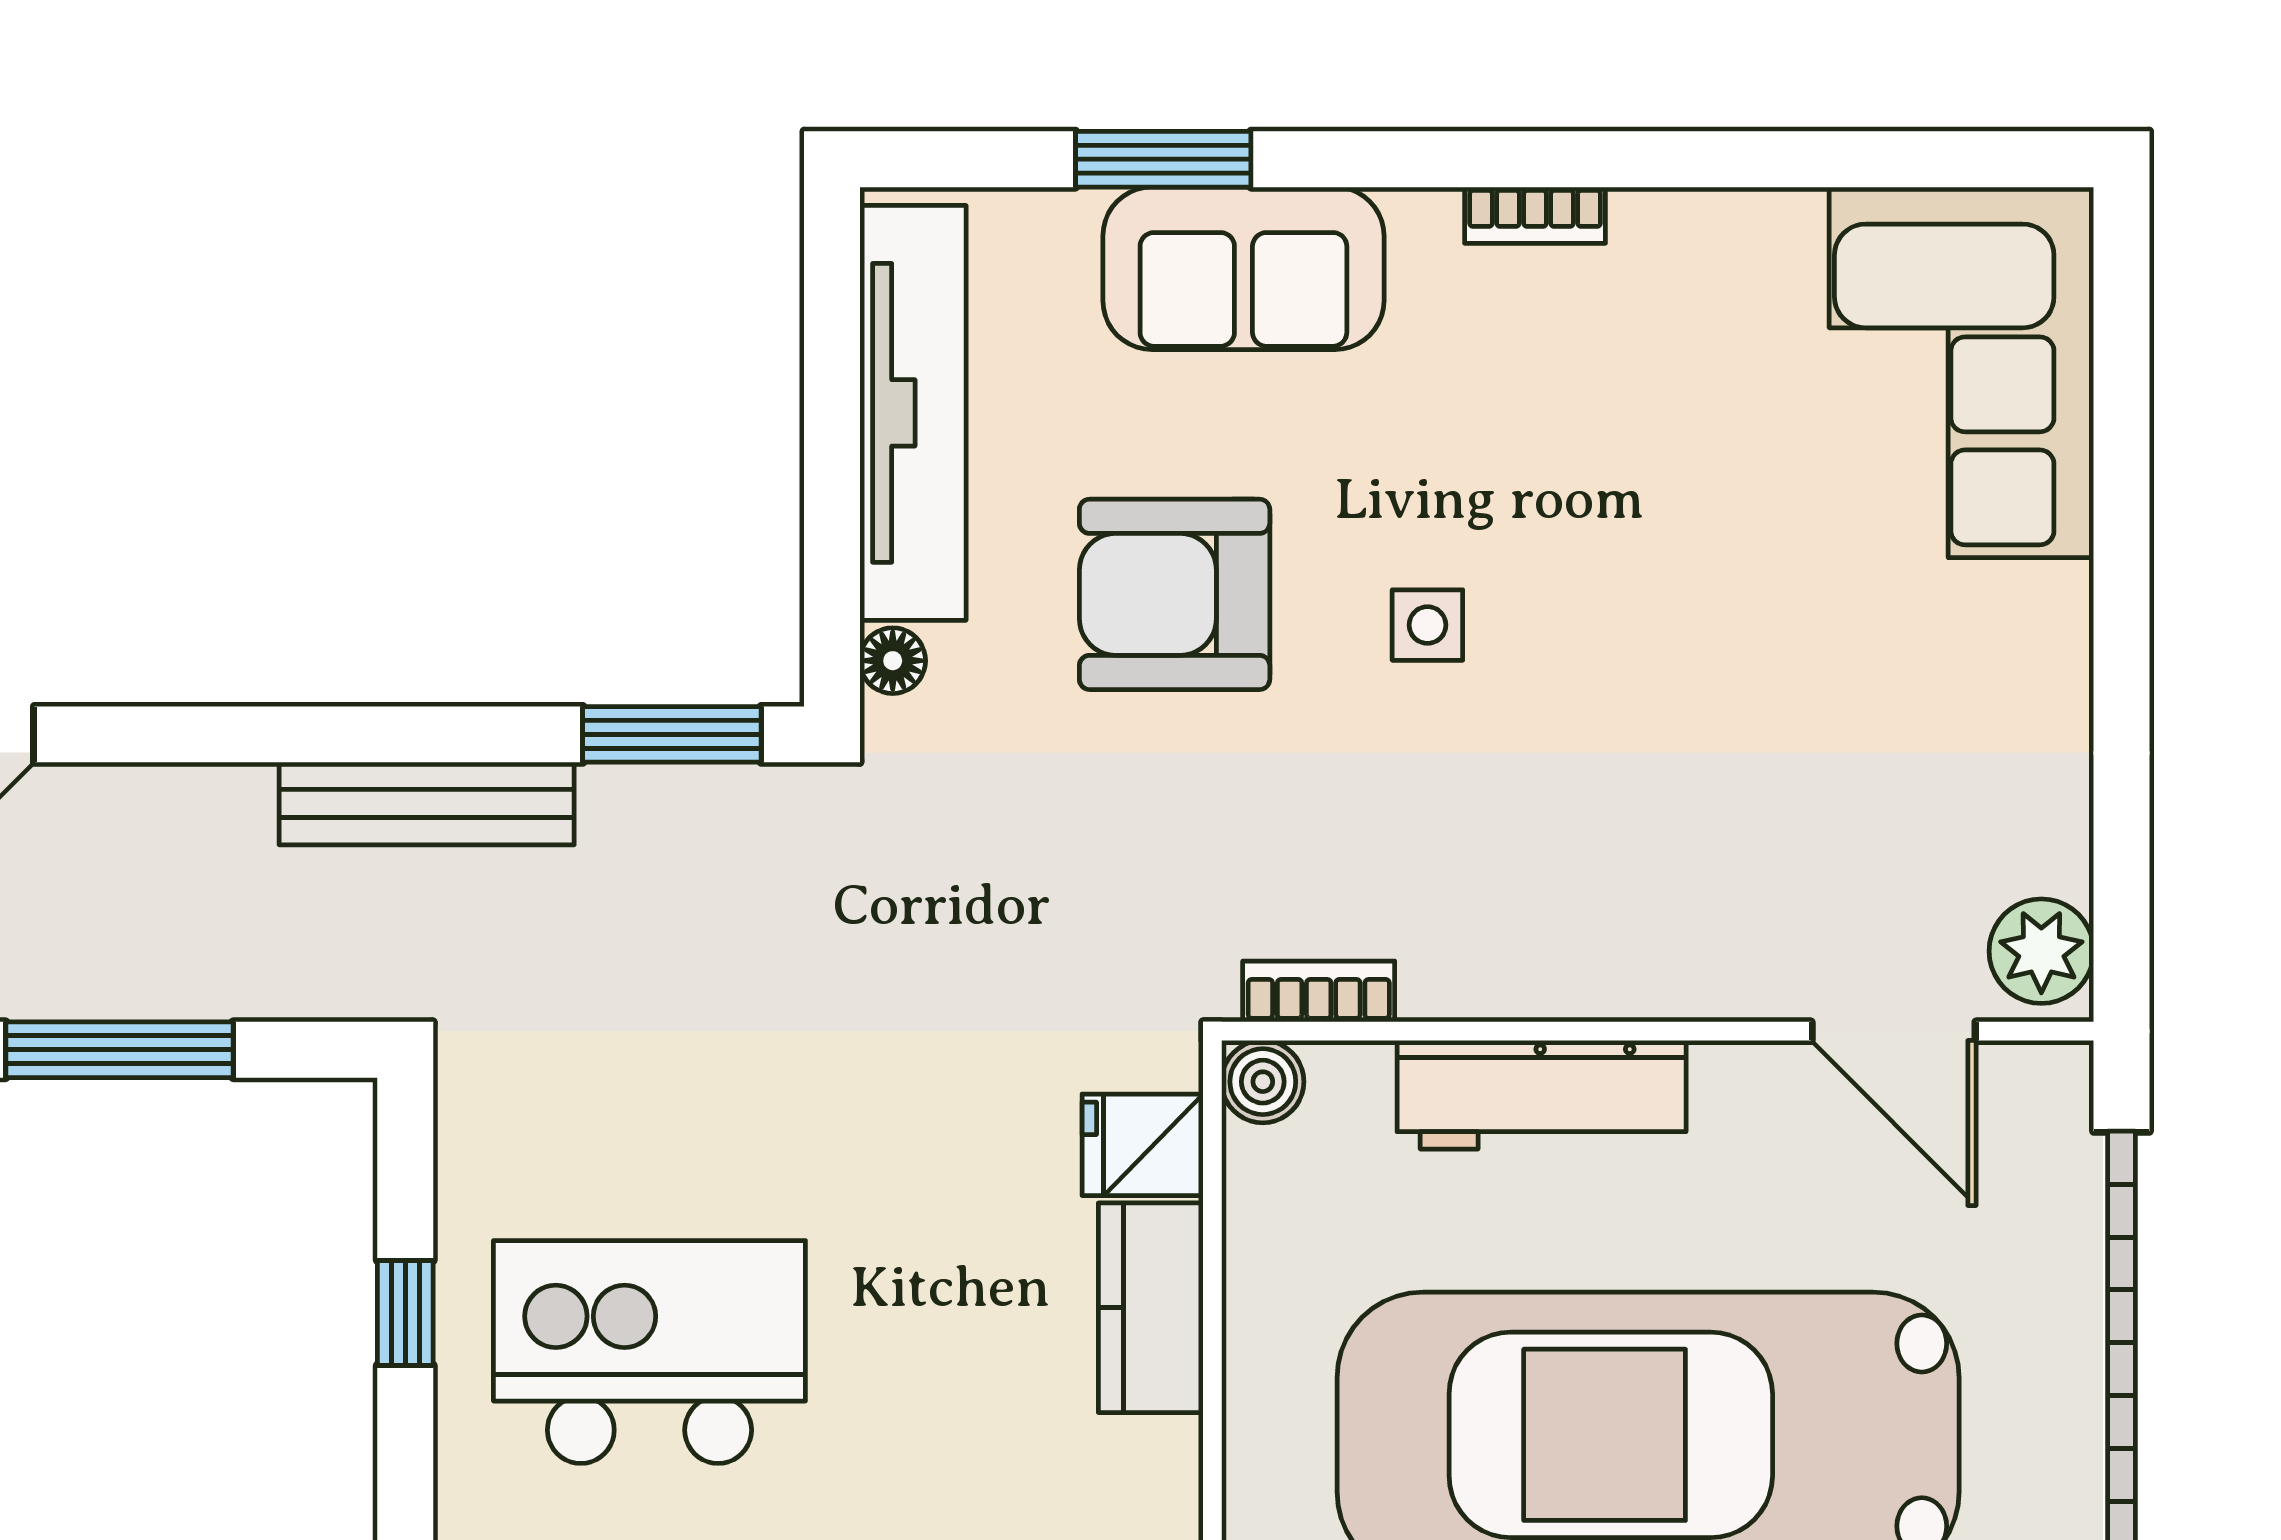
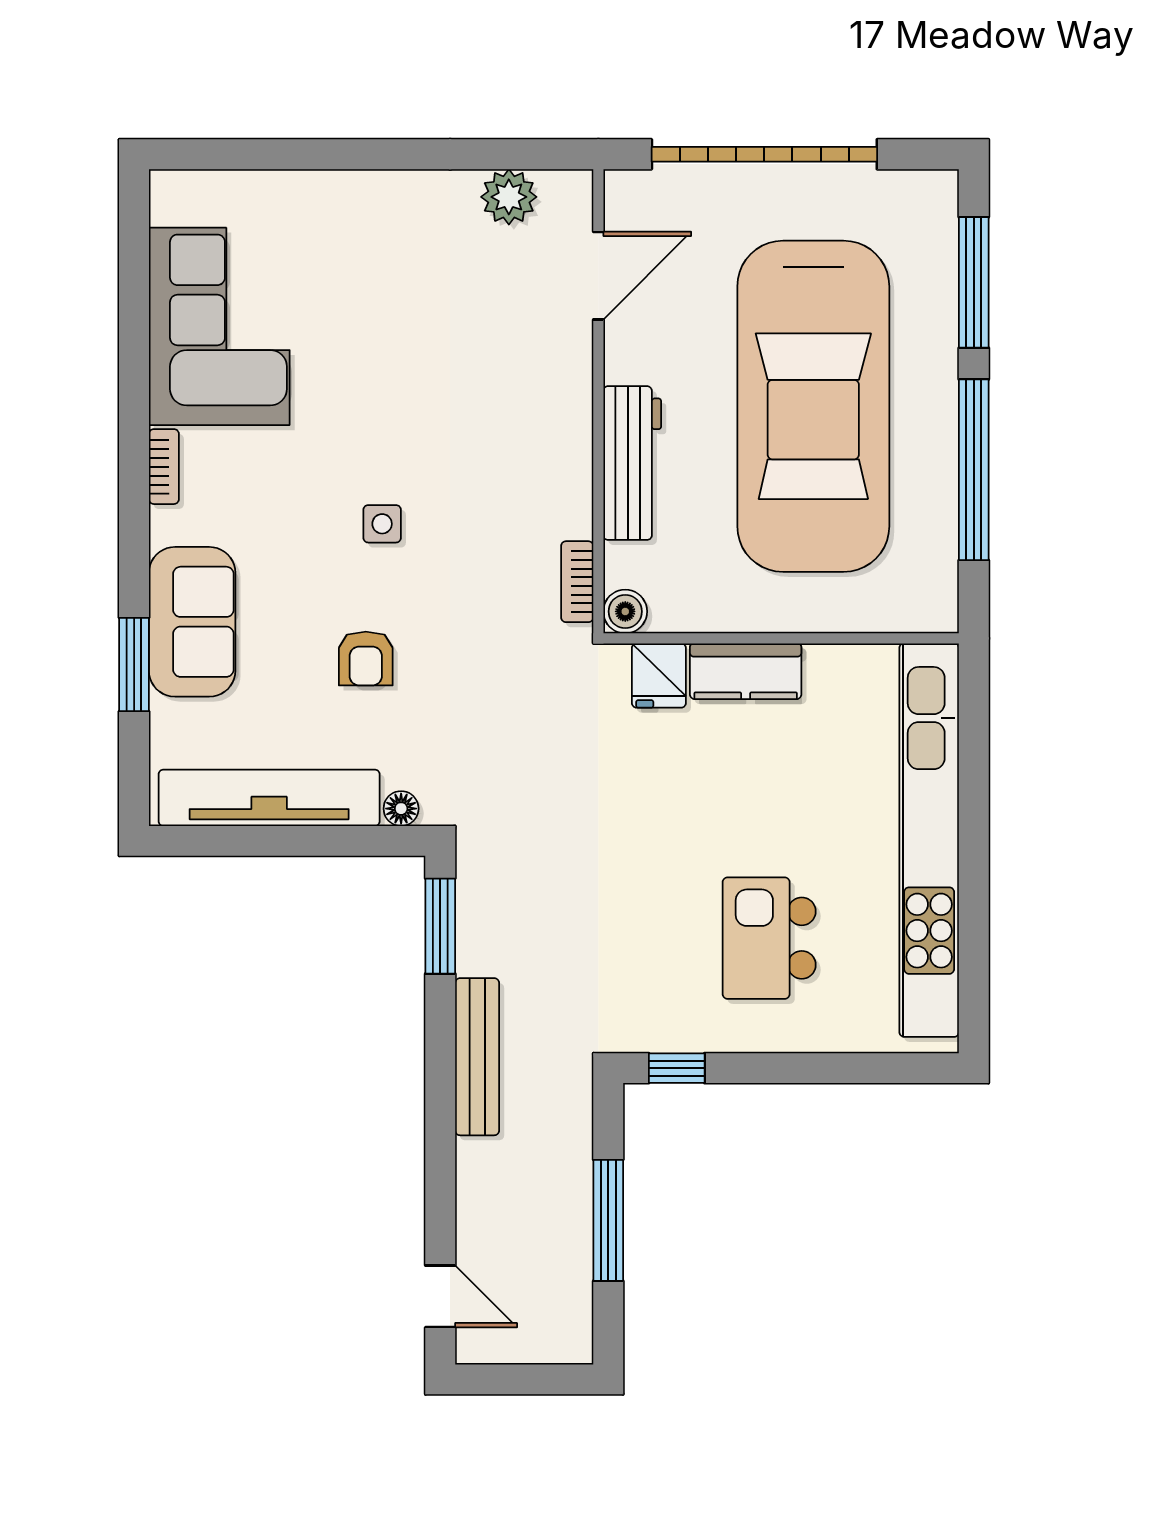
corner sofa: (1961, 372) -> (219, 326), moved, turned -90
armchair: (1175, 594) -> (366, 658), width x0.53, depth x0.53
plant: (2041, 951) -> (509, 197), moved
window: (405, 1313) -> (677, 1068), moved
kitchen island: (649, 1352) -> (769, 938), width x0.73, depth x0.78

